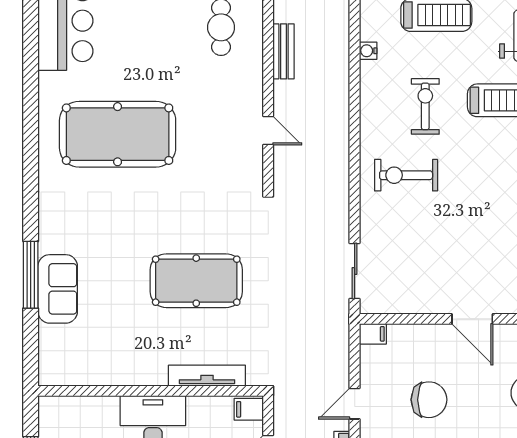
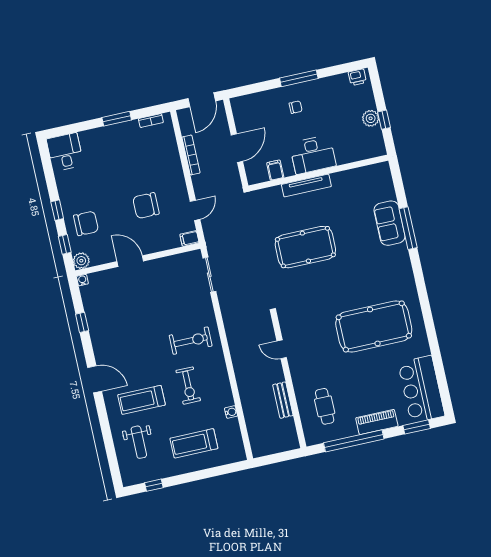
tv unit: (207, 376) -> (306, 186), moved
door: (355, 404) -> (195, 210), moved
filing cabinet: (249, 409) -> (275, 170), moved, turned -90

